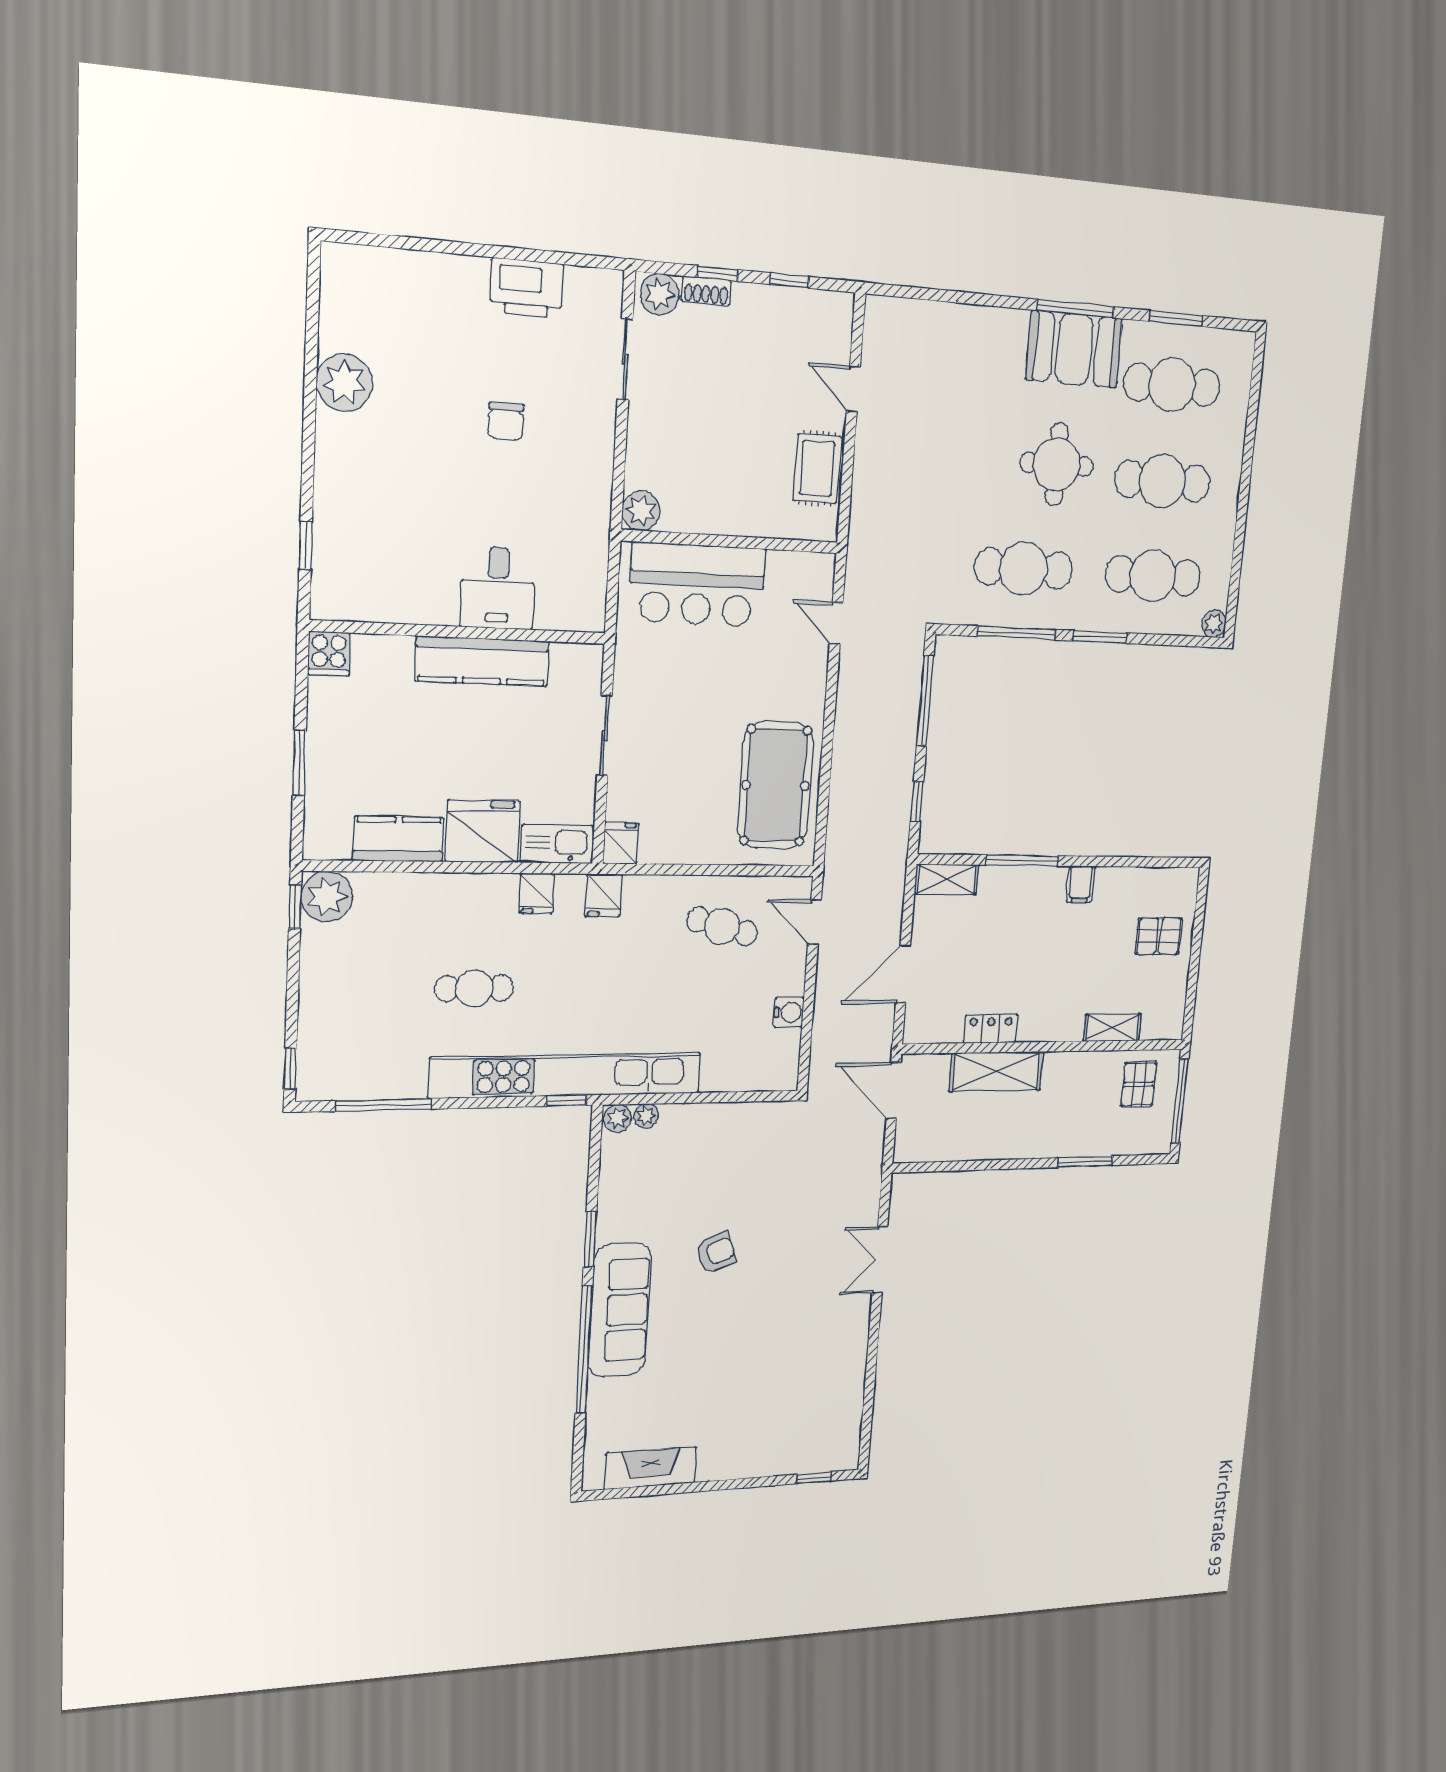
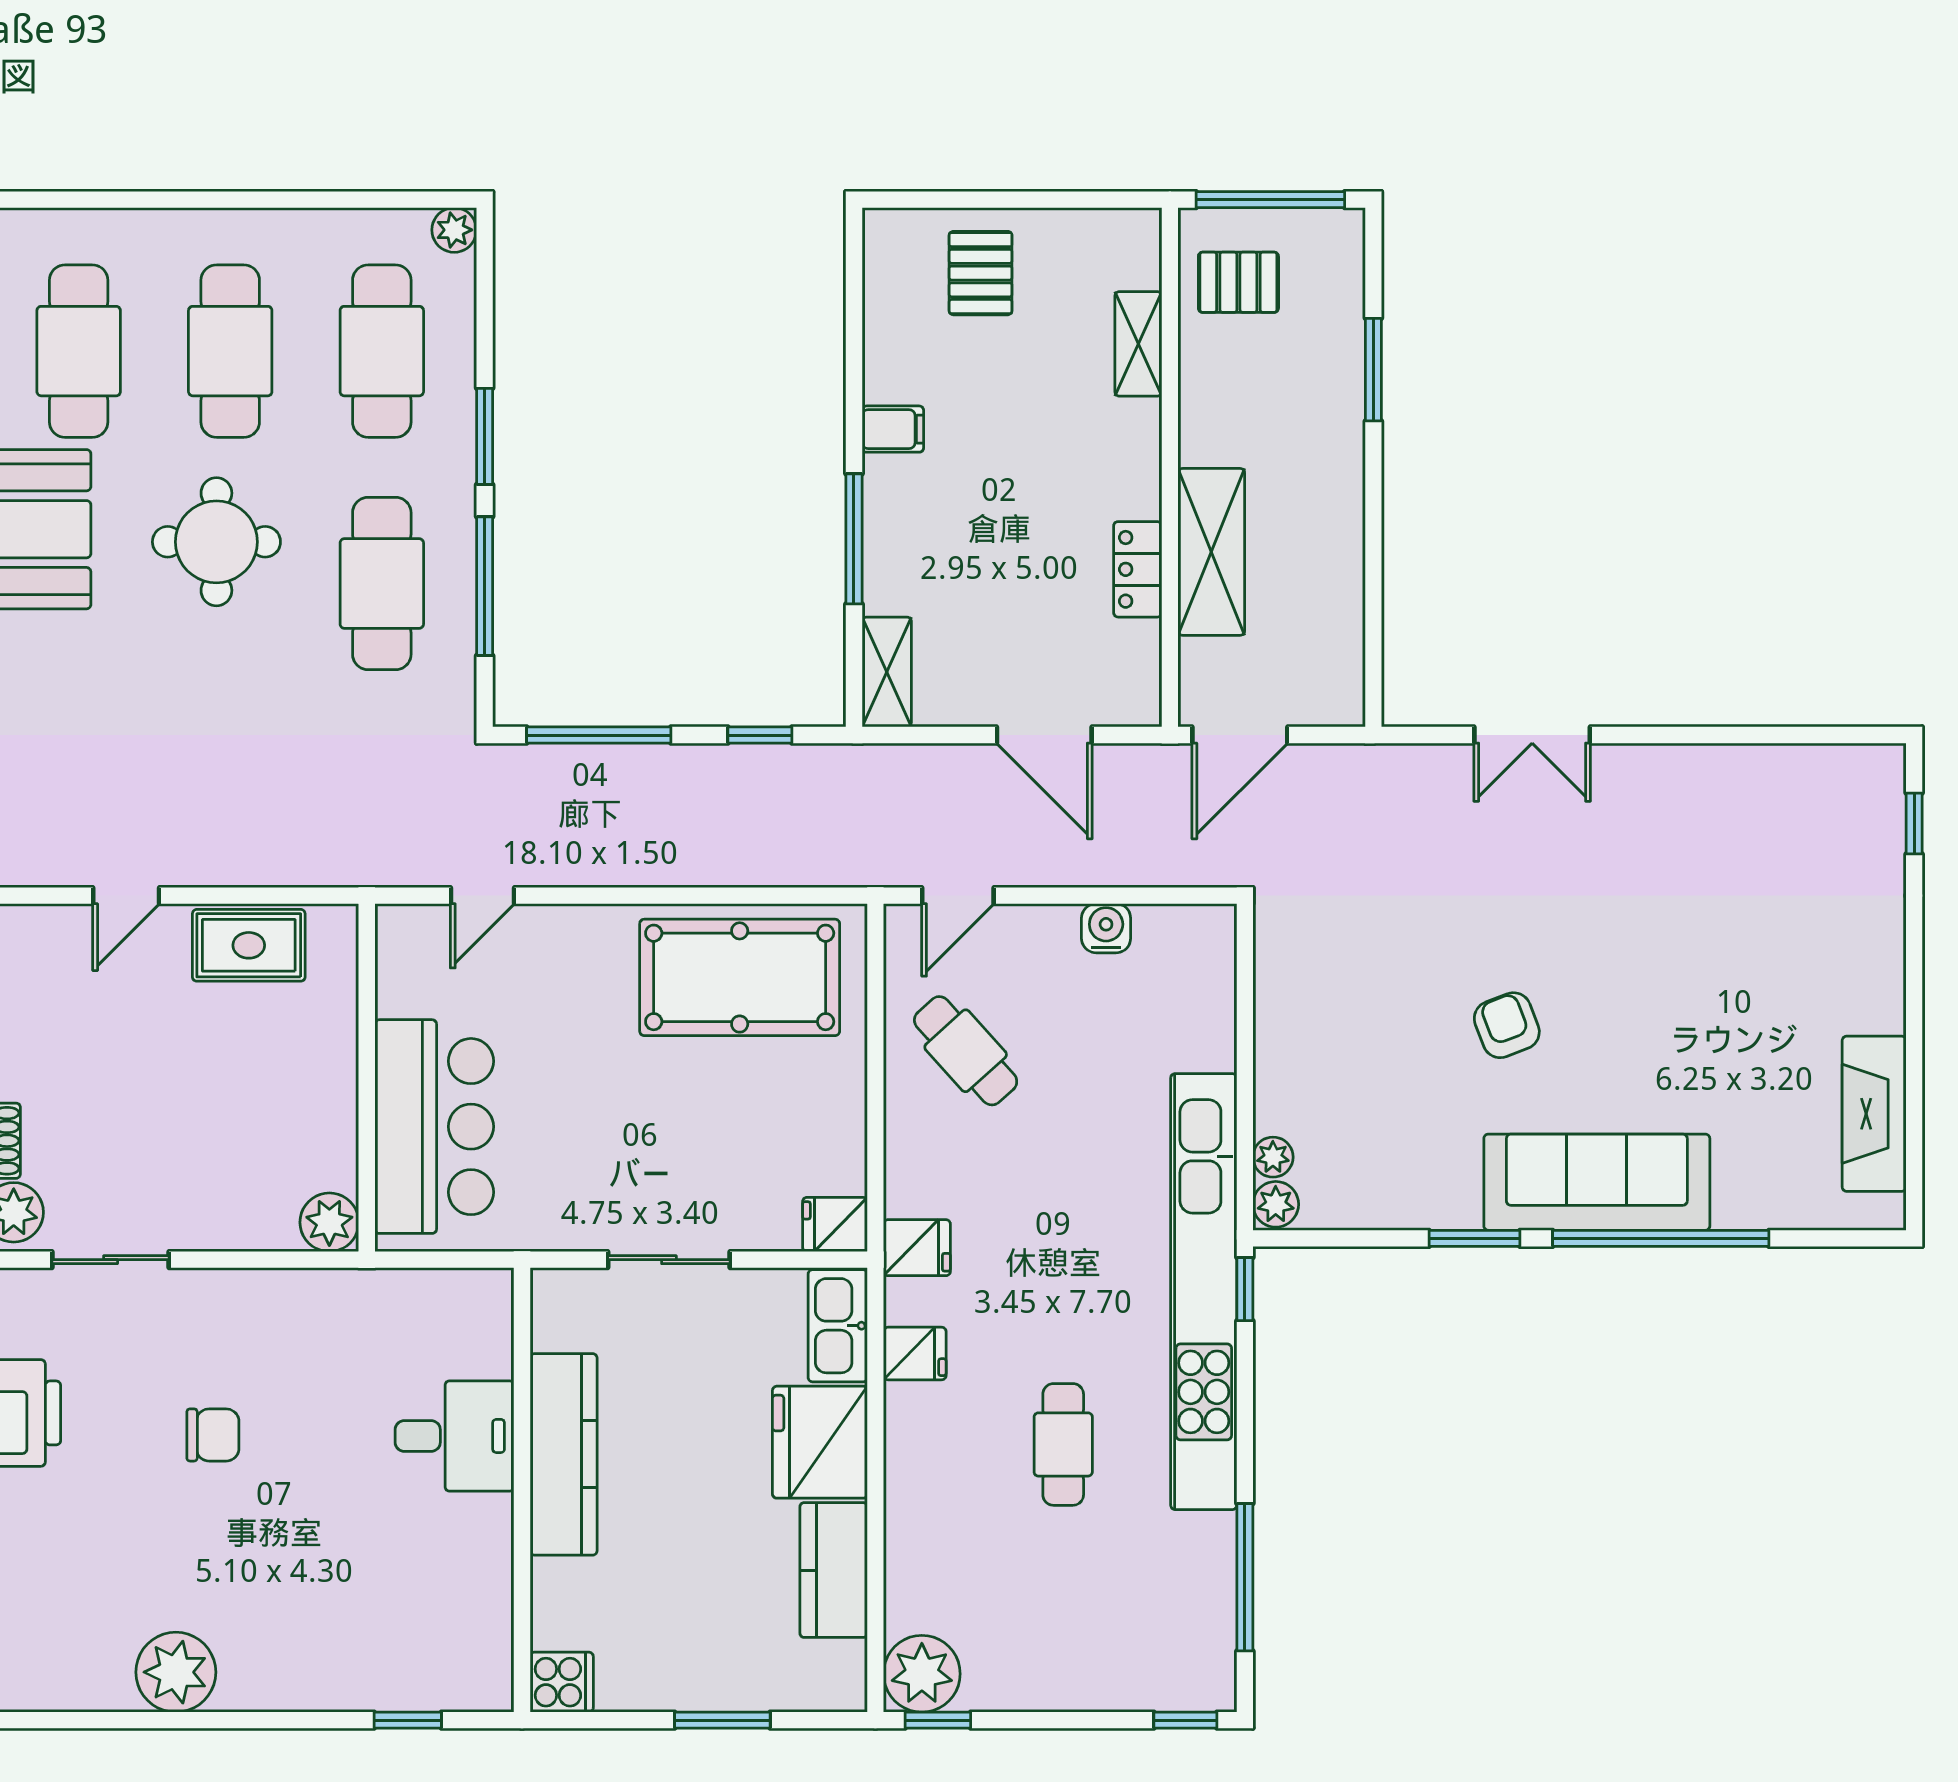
cafe table: (722, 926) -> (966, 1051), turned -57

